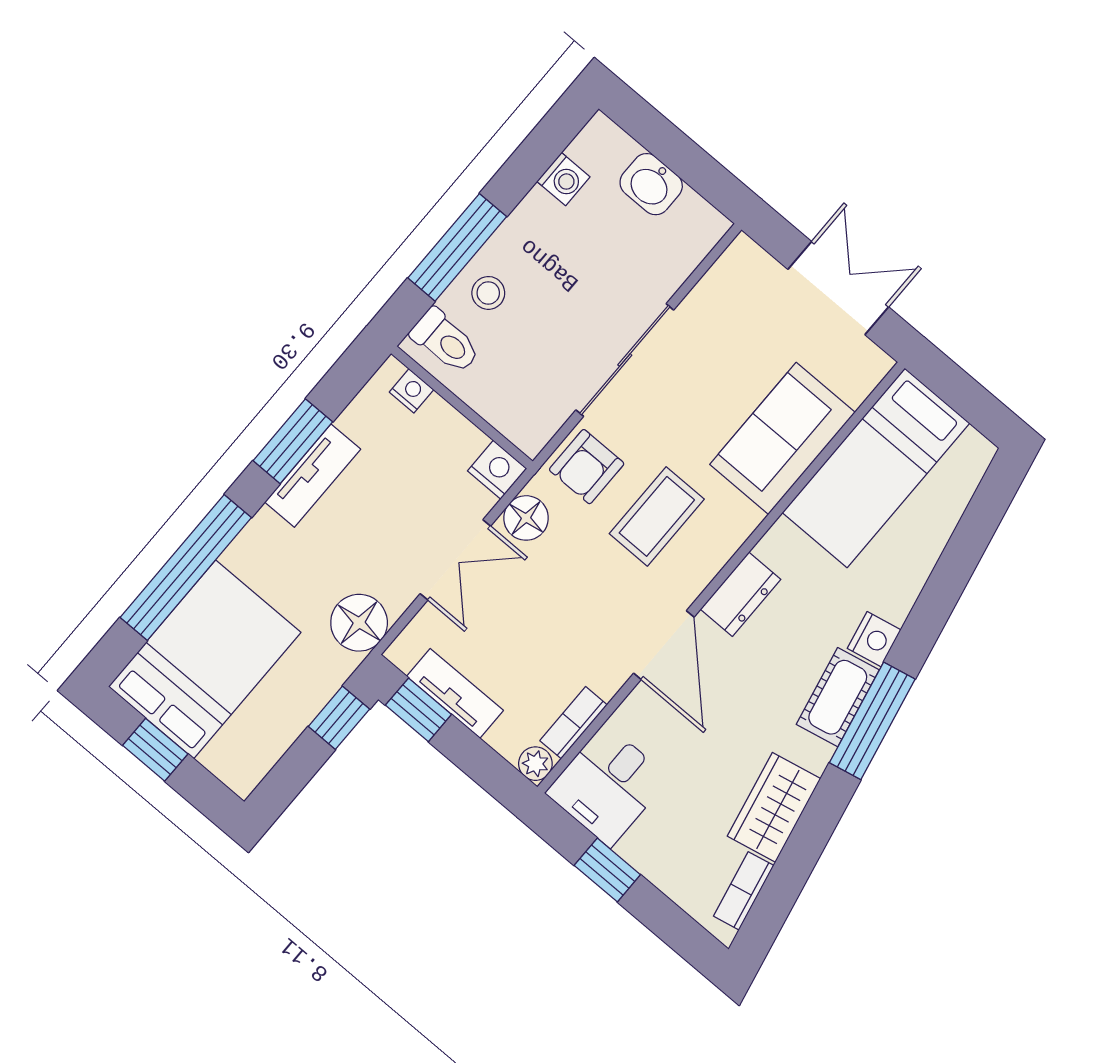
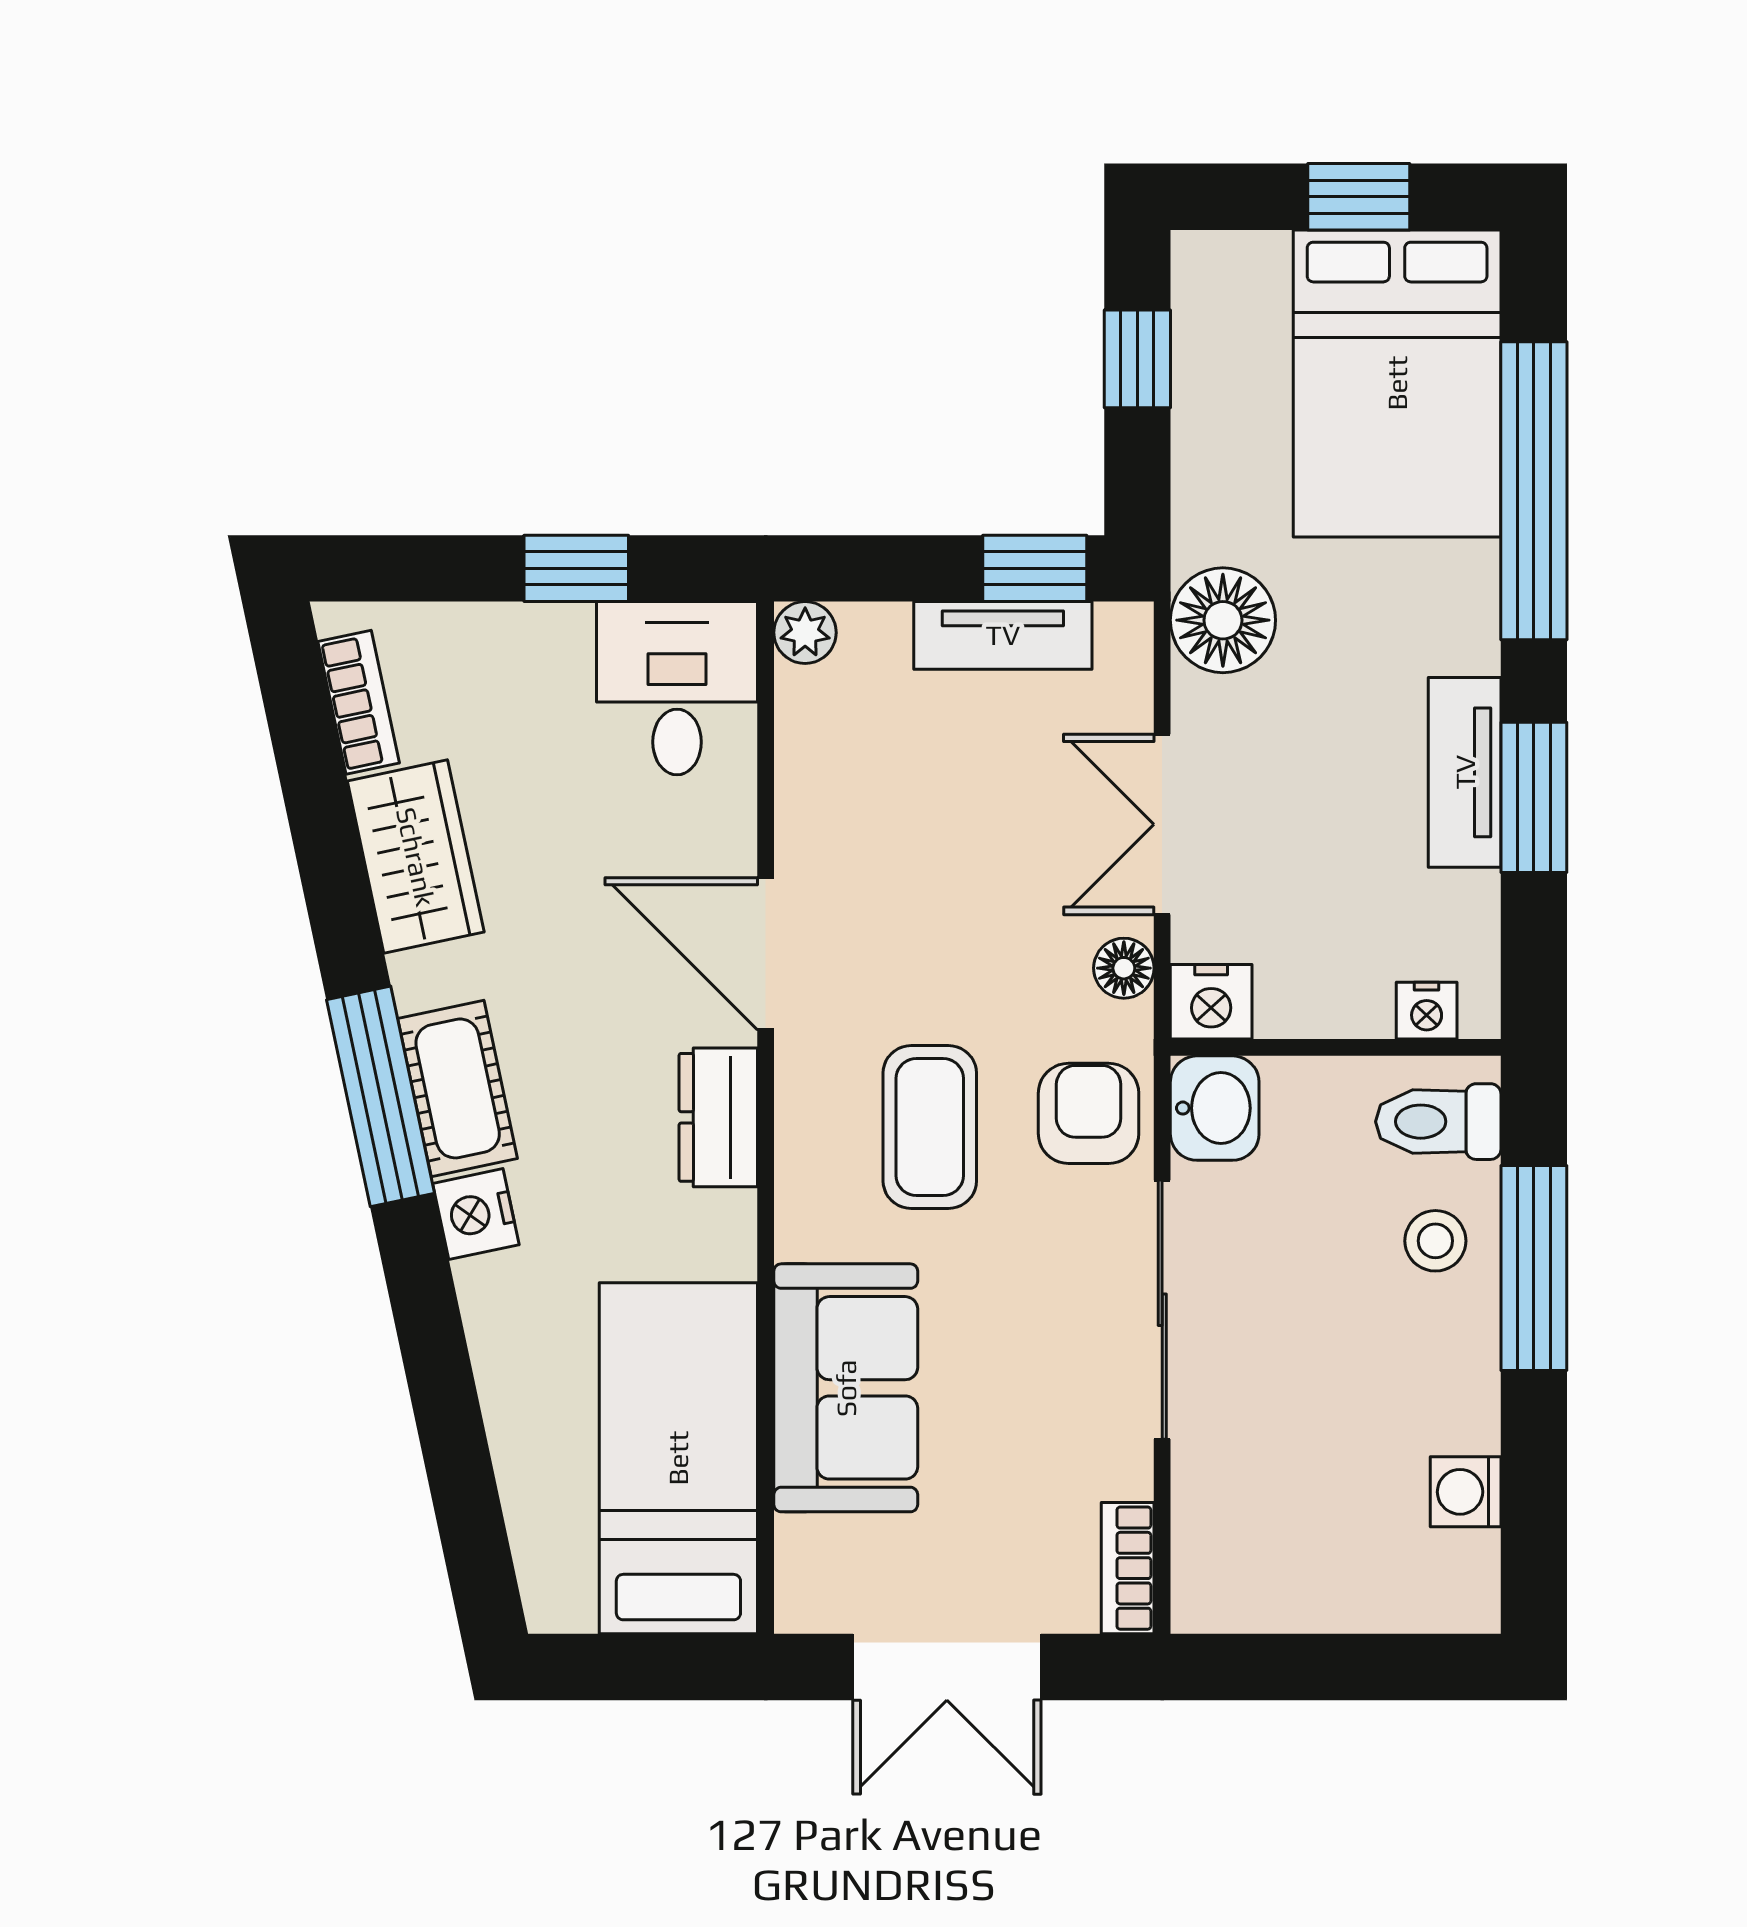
washbasin: (651, 184) -> (1215, 1108), moved, turned 90
floor lamp: (526, 518) -> (1124, 968), width x0.73, depth x0.73
window: (339, 718) -> (1137, 359), moved
bookcase: (574, 723) -> (1128, 1568), moved, turned 180

